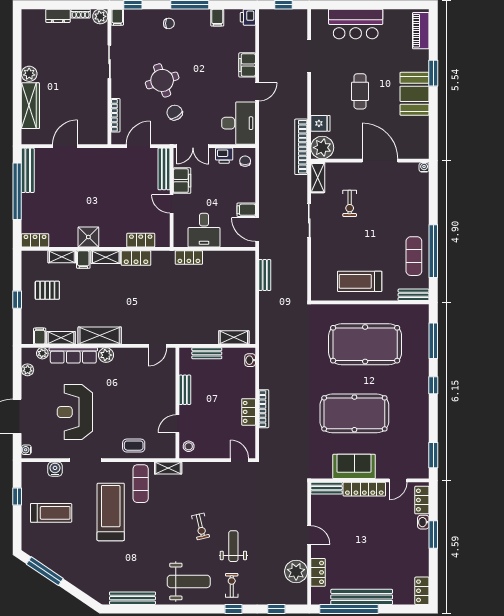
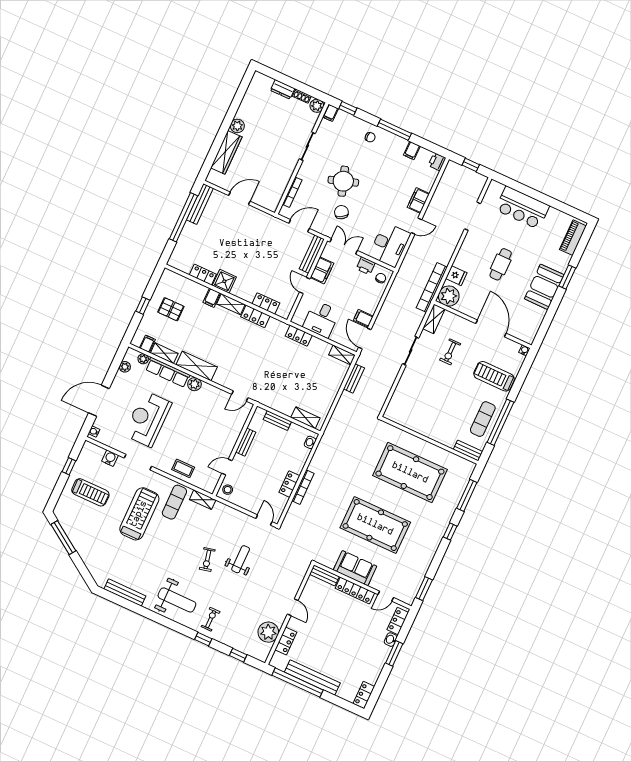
double door: (193, 146) -> (344, 246), swing flipped
locker: (35, 240) -> (203, 275), moved
shelving: (62, 257) -> (342, 355), moved
treadmill: (360, 281) -> (494, 376), moved
weight bench: (233, 546) -> (241, 559), moved

